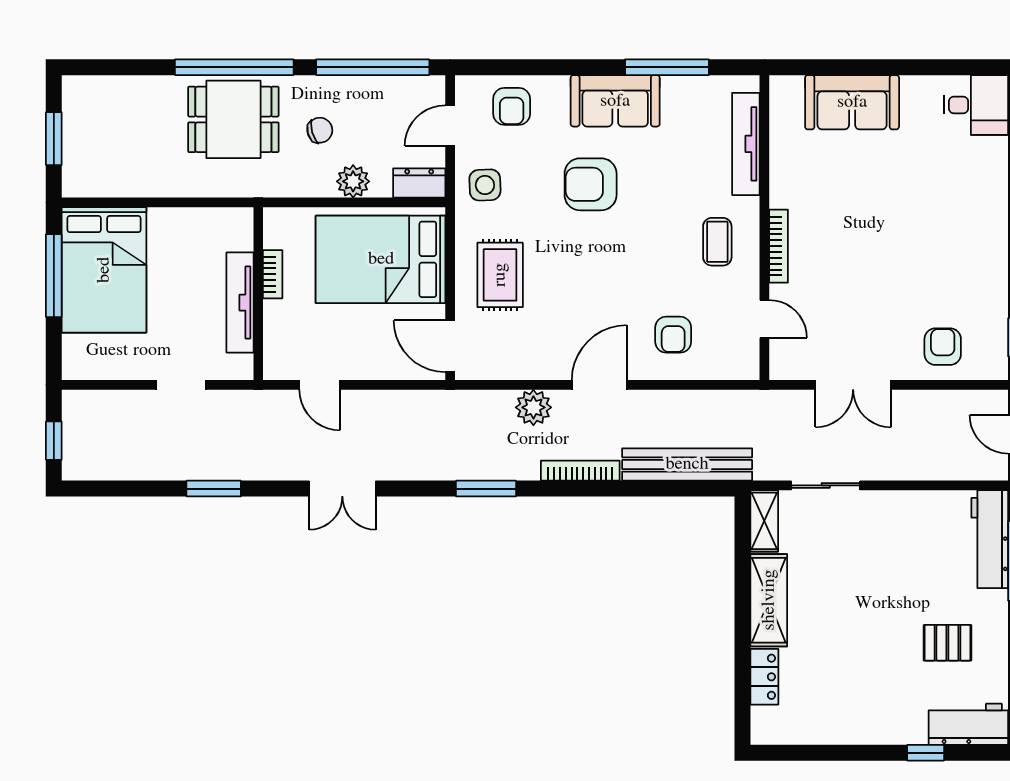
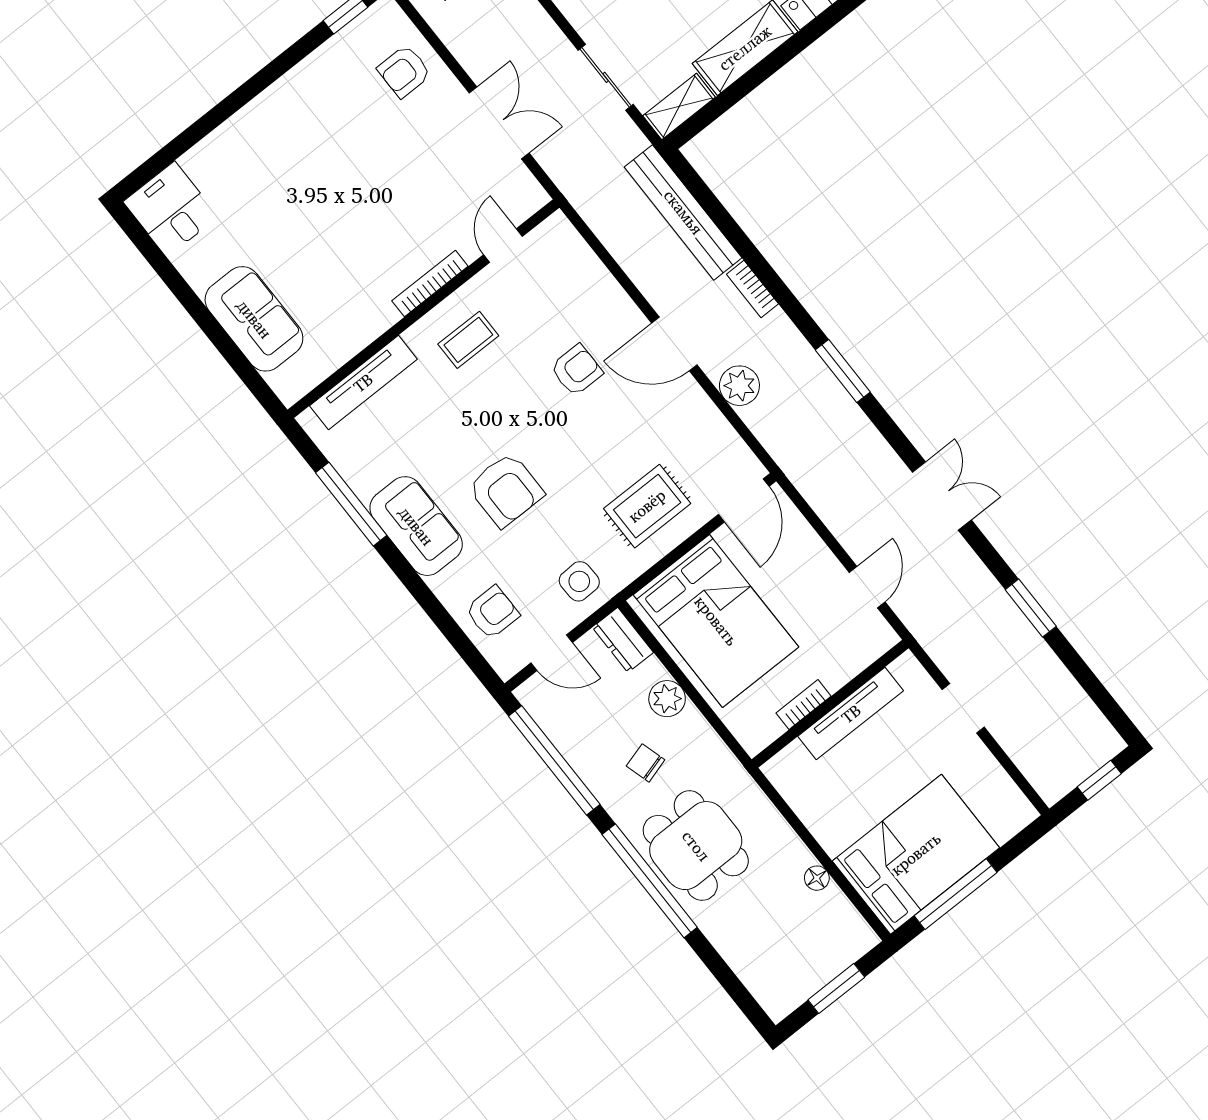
floor lamp: (143, 187) -> (817, 878), added
armchair: (673, 335) -> (576, 370), moved
bookcase: (580, 471) -> (752, 289), width x0.64

